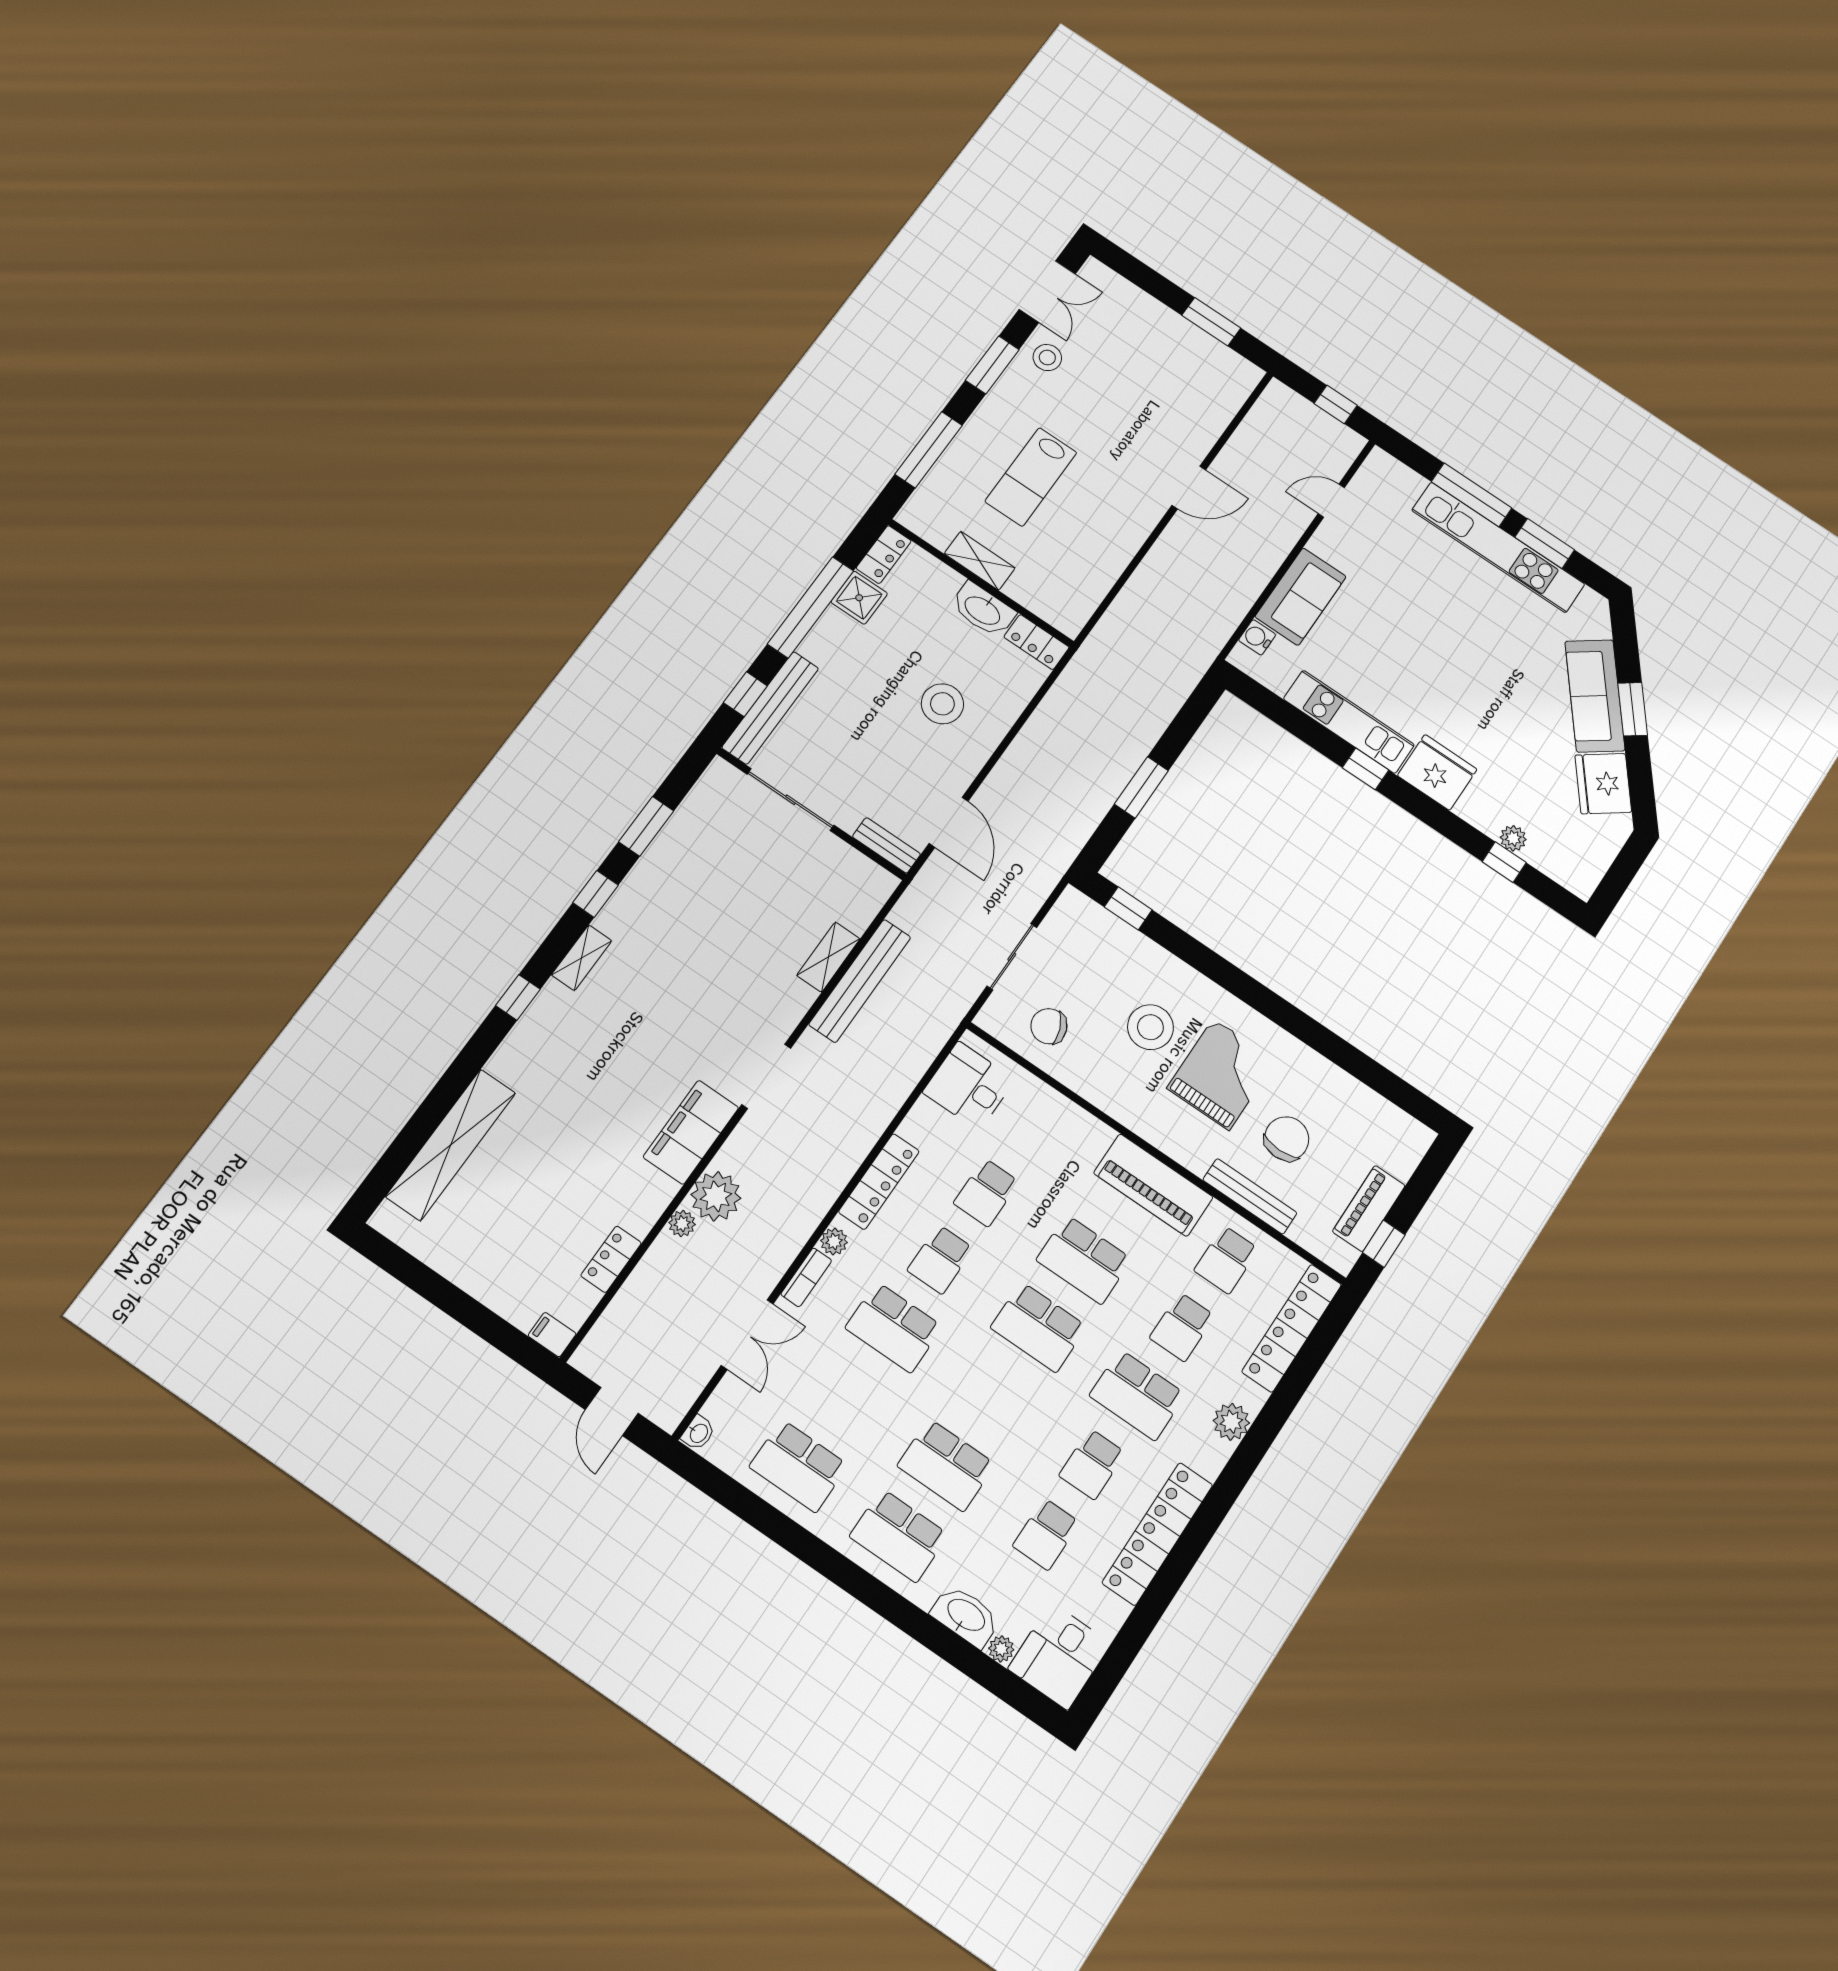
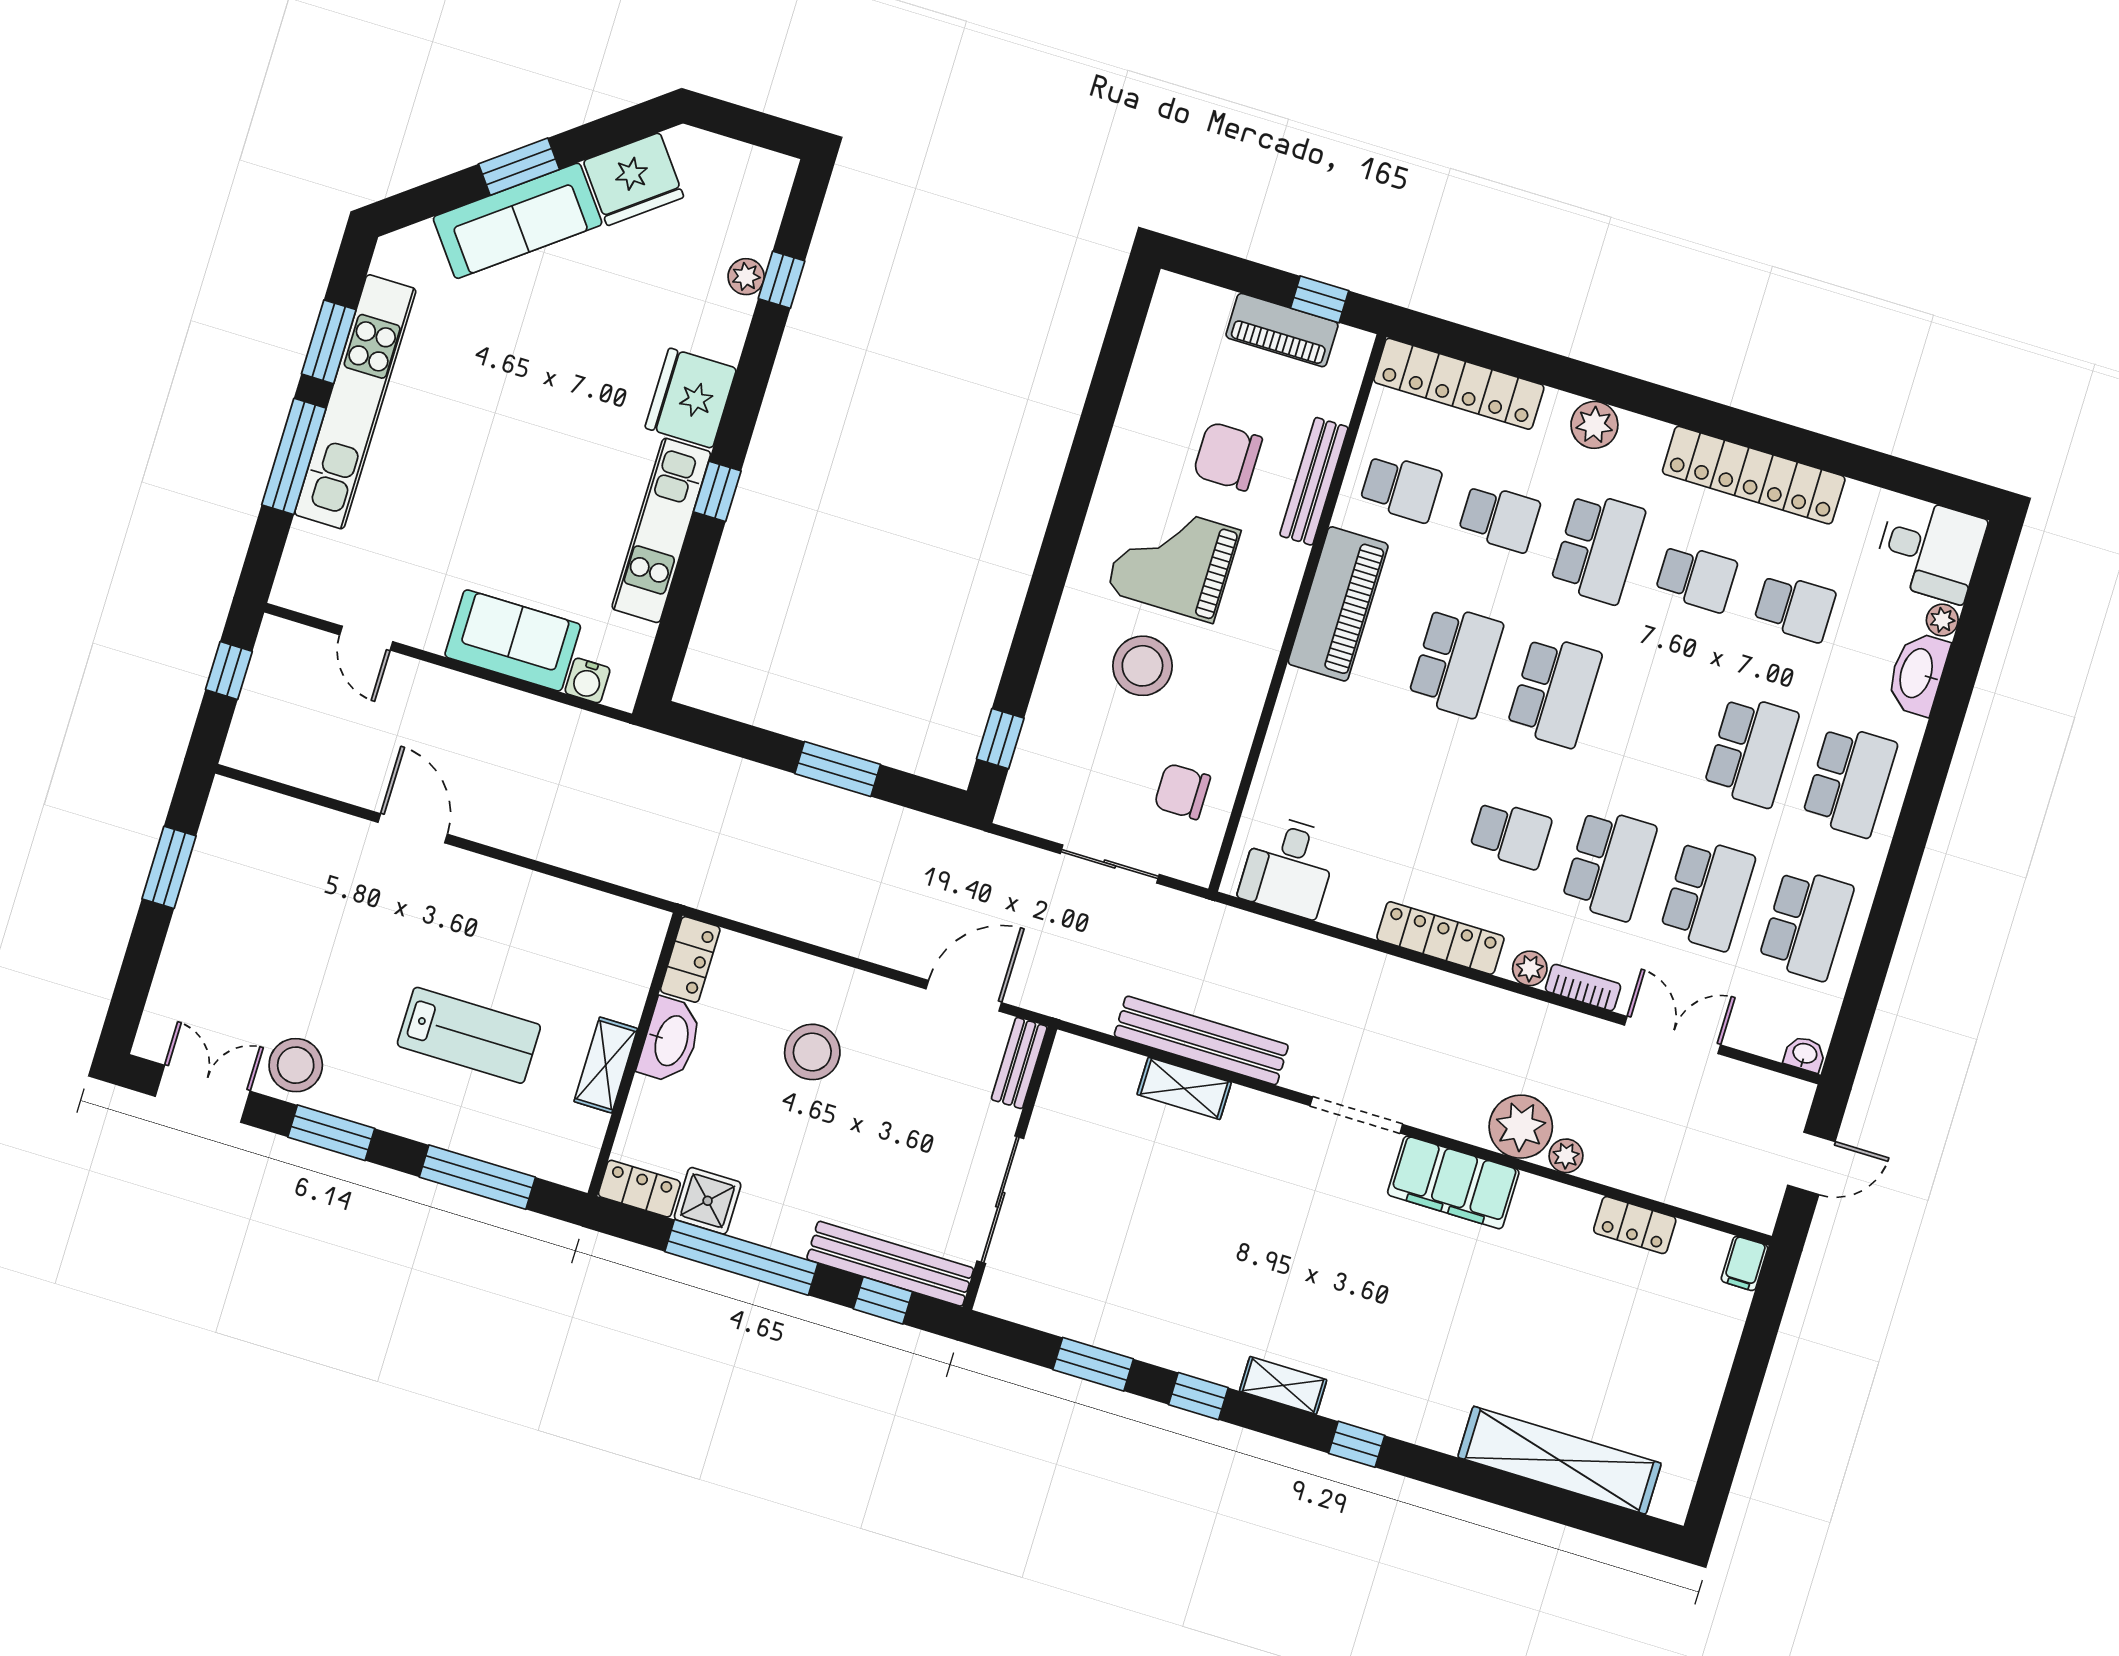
stool: (1047, 358) -> (296, 1065), width x1.38, depth x1.38
chair: (1049, 1026) -> (1182, 791), turned 112
school desk: (986, 1192) -> (1708, 894), moved, width x1.85

